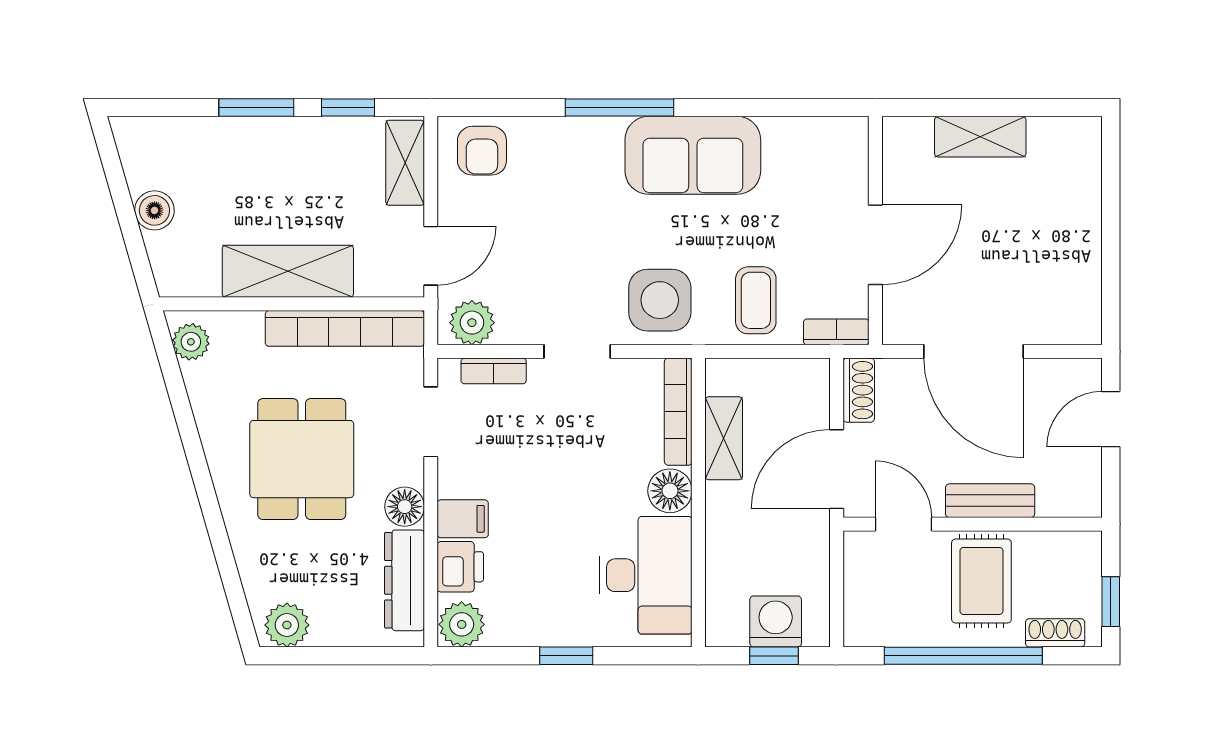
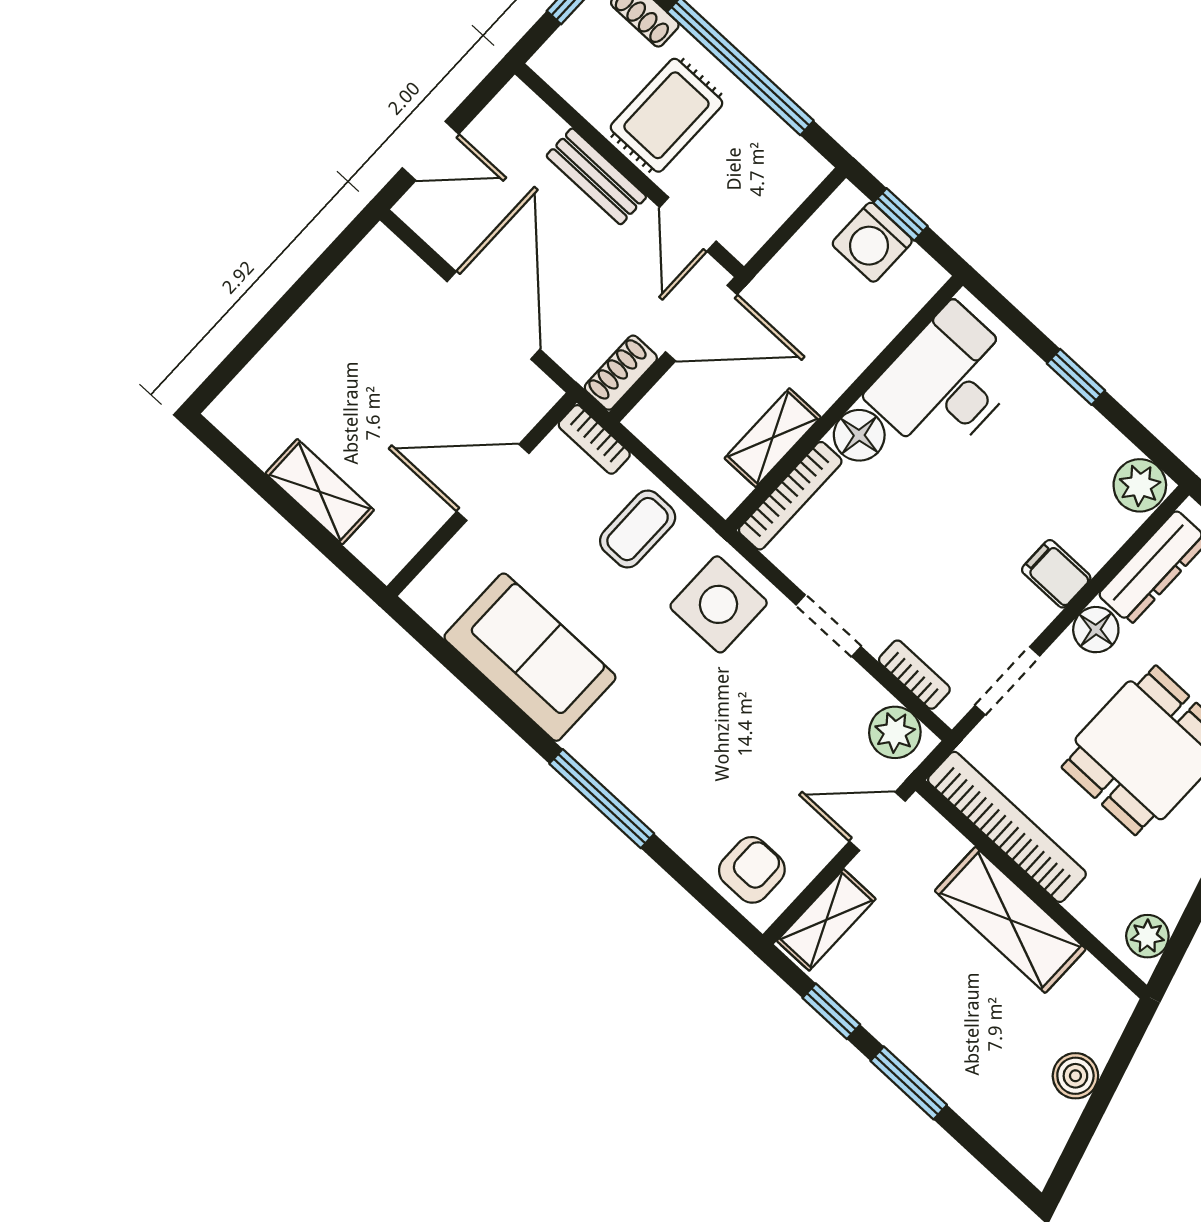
sofa: (693, 155) -> (530, 657), moved
printer: (460, 567) -> (1096, 535), removed

